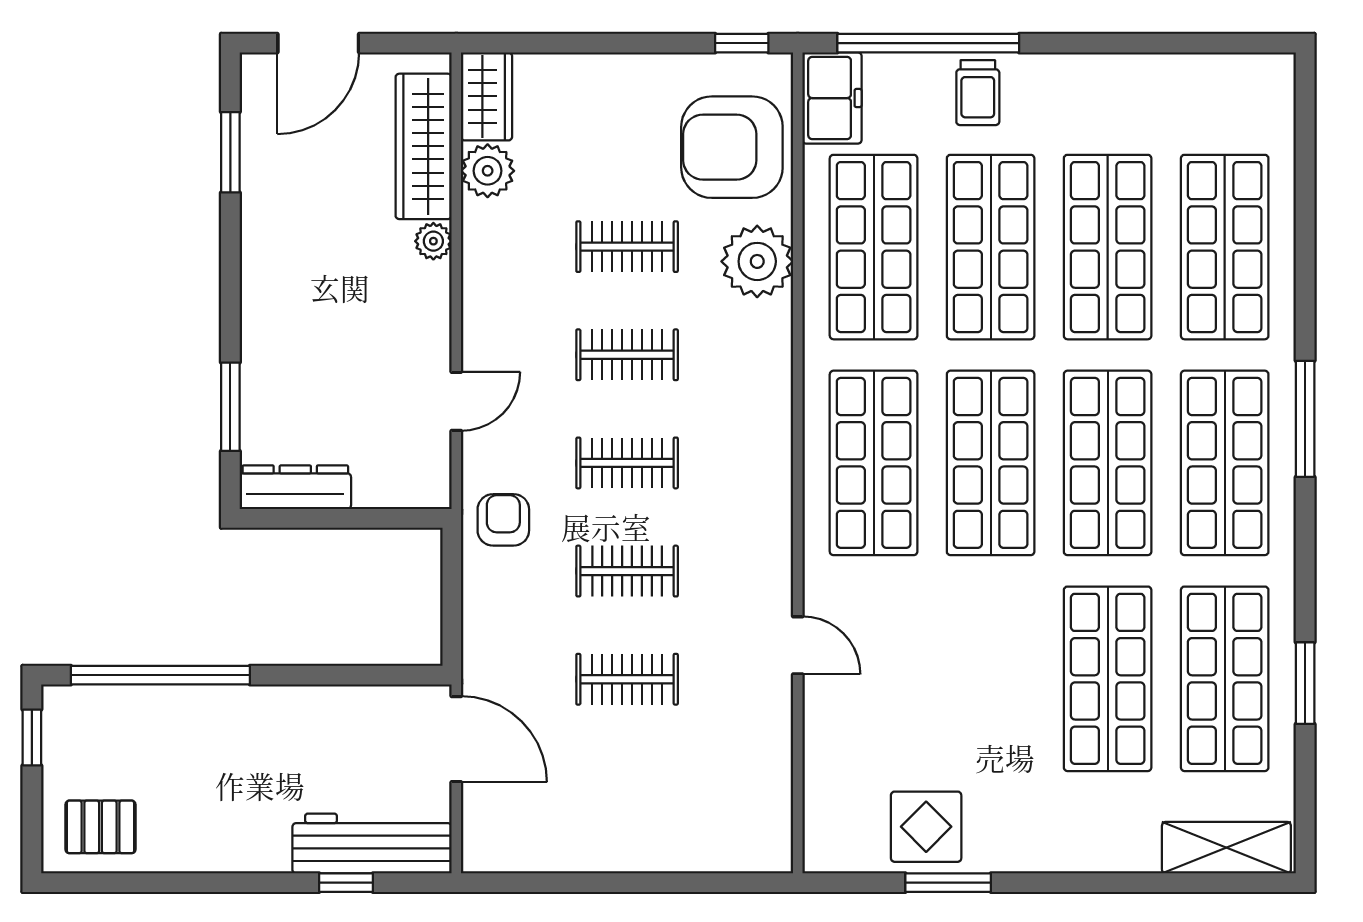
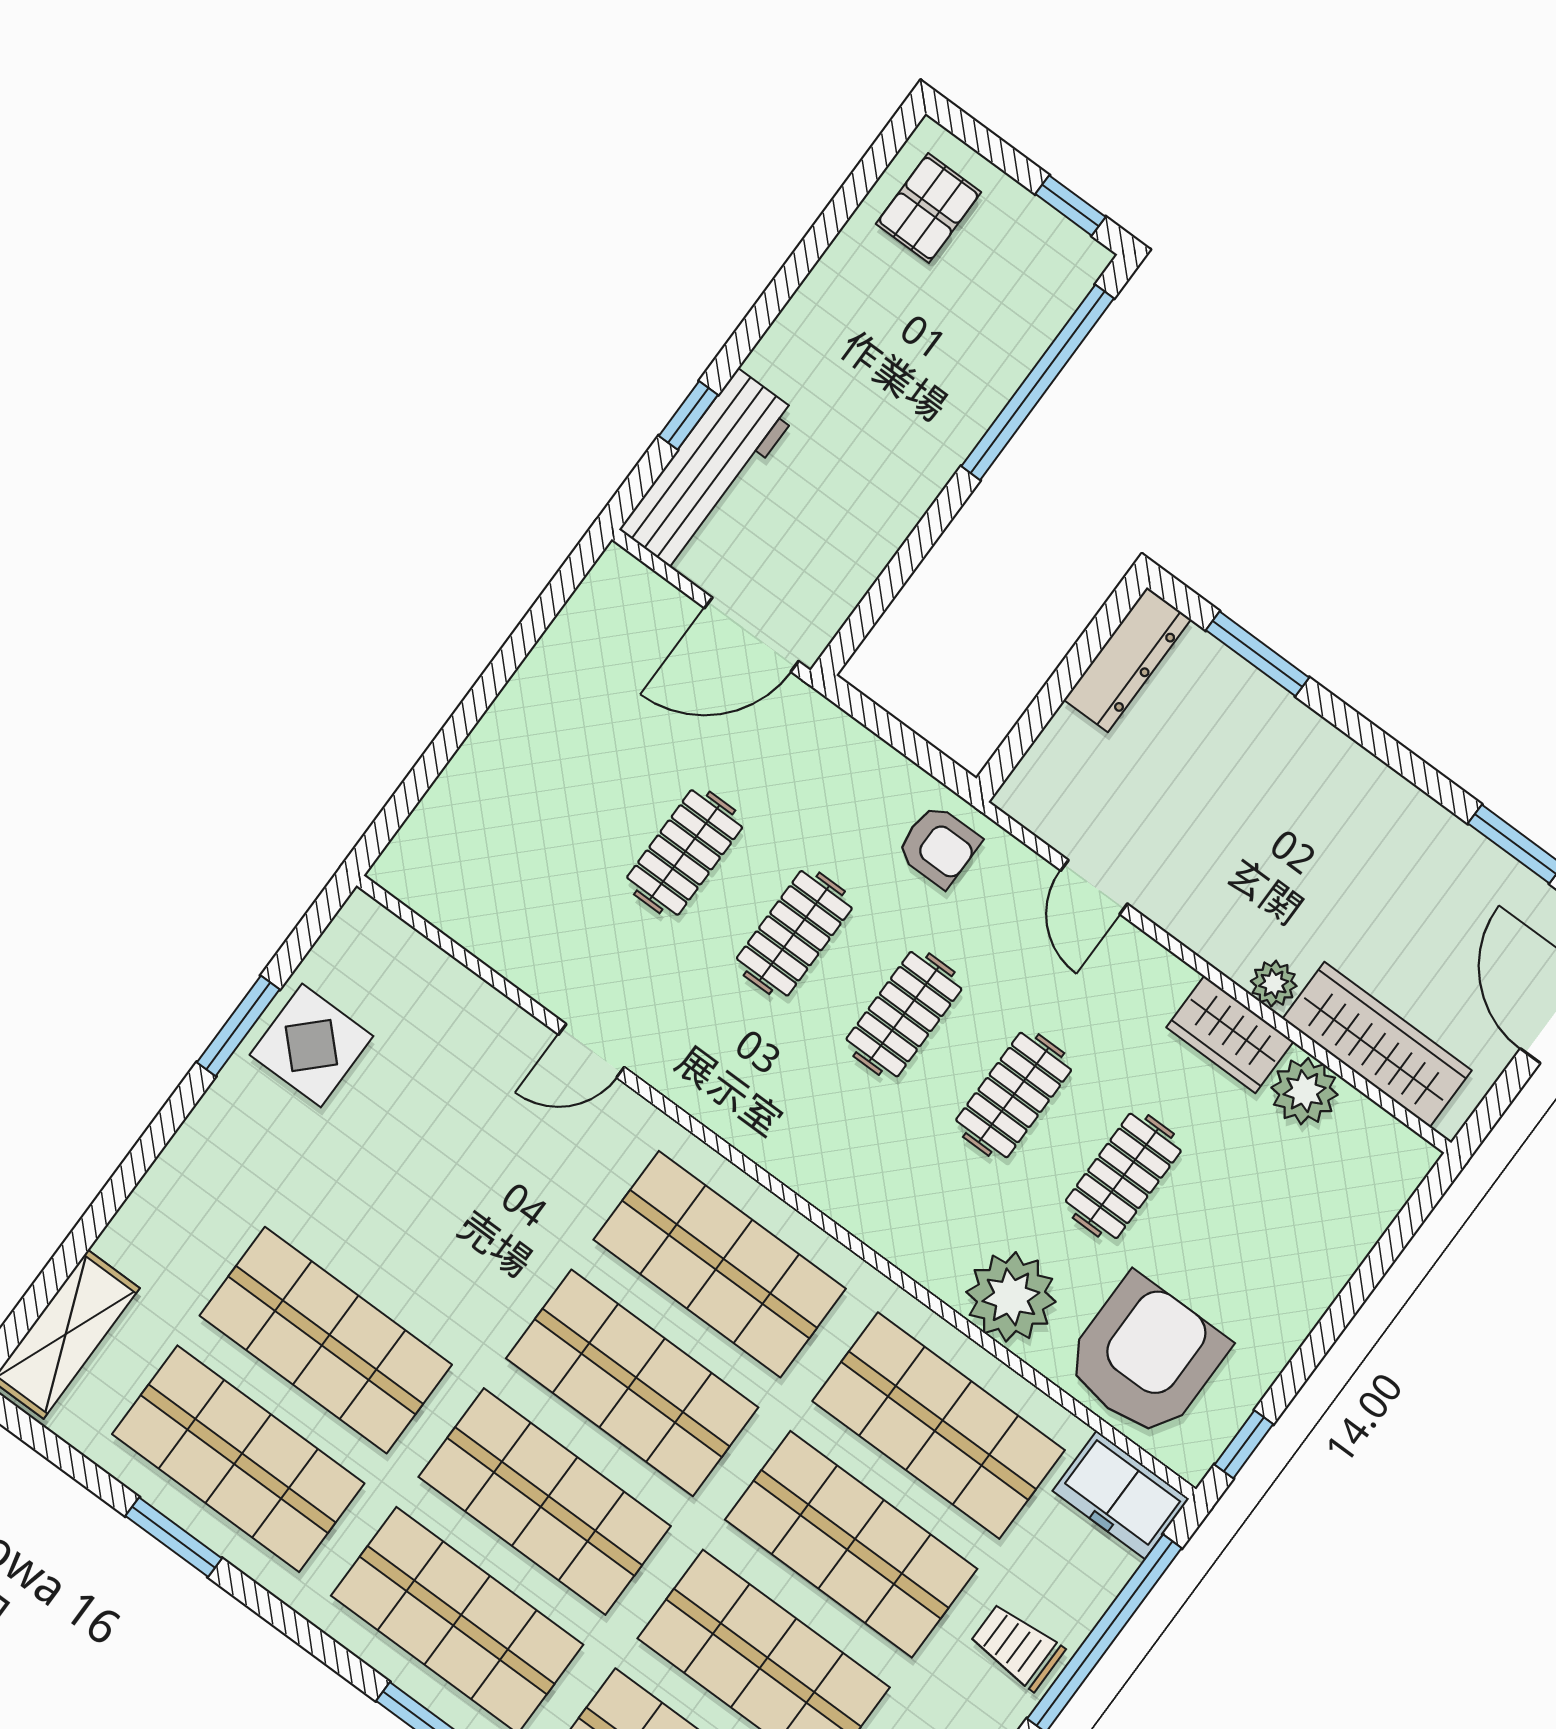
wardrobe: (487, 96) -> (1230, 1035), moved

